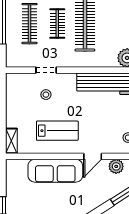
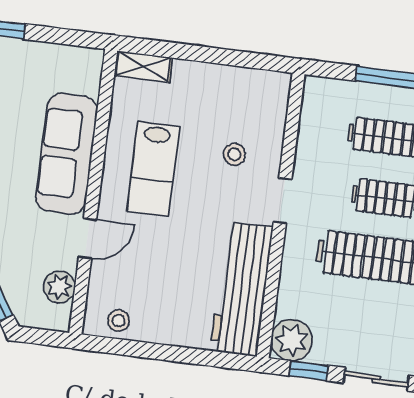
doorway: (46, 70) -> (282, 201), moved
door: (93, 156) -> (87, 239), swing flipped

